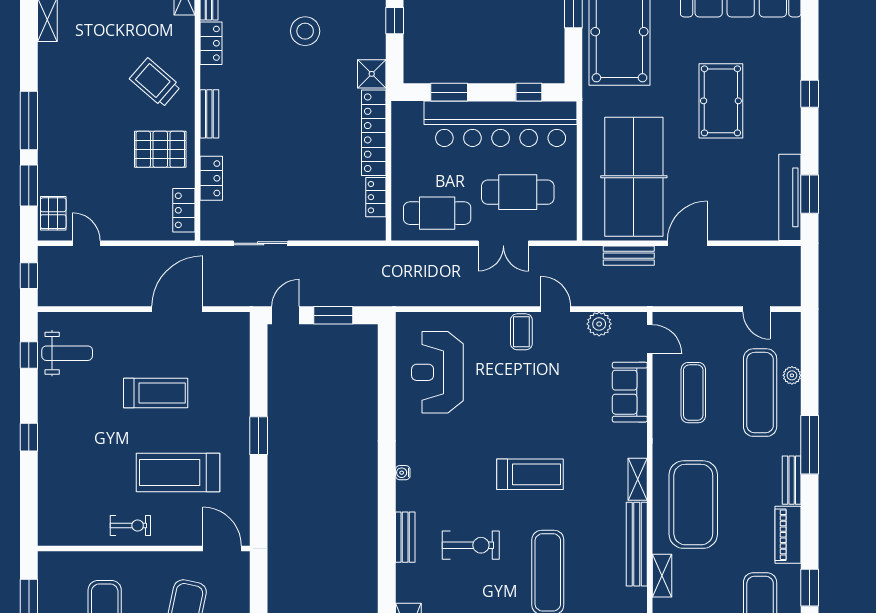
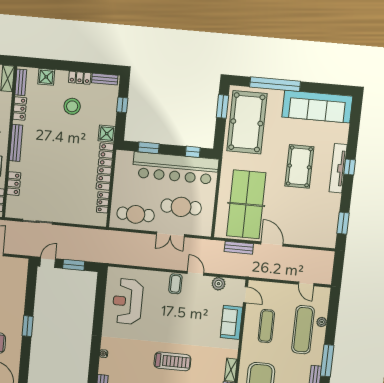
bench: (209, 114) -> (16, 143), width x1.36
tv unit: (790, 197) -> (338, 168), moved
door: (687, 243) -> (272, 244), hinge flipped

